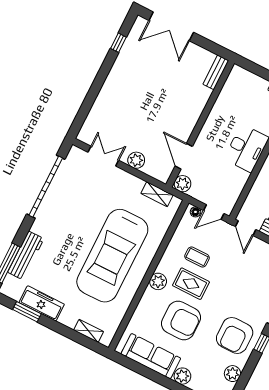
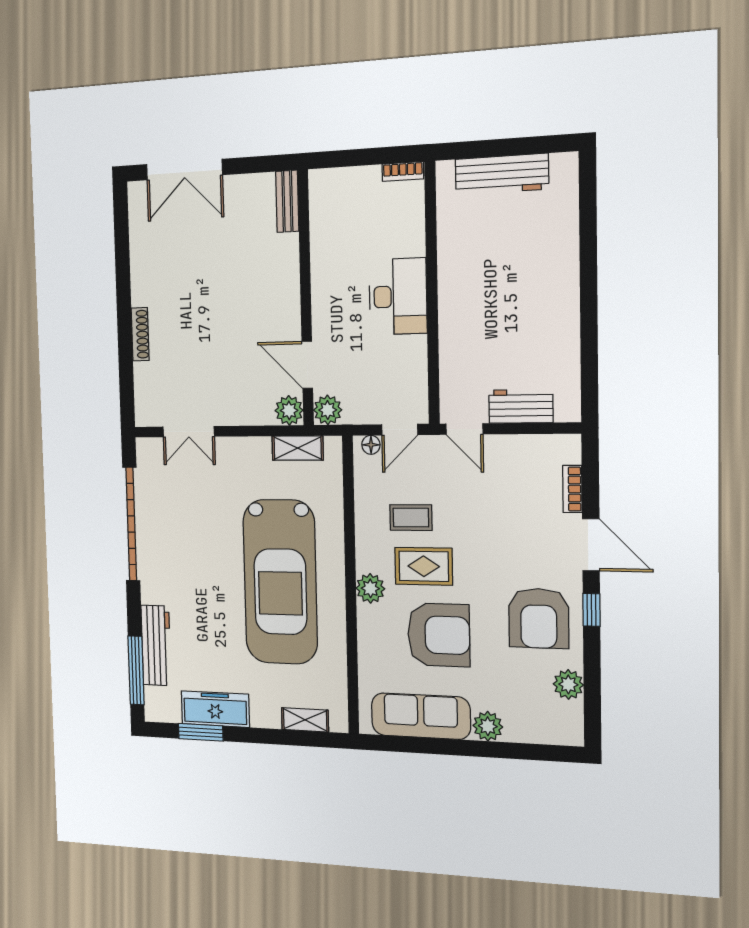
window: (118, 43) -> (122, 243), removed
shoe rack: (103, 94) -> (140, 334), added
double door: (103, 156) -> (189, 432), swing flipped
plant: (136, 160) -> (289, 410), moved

